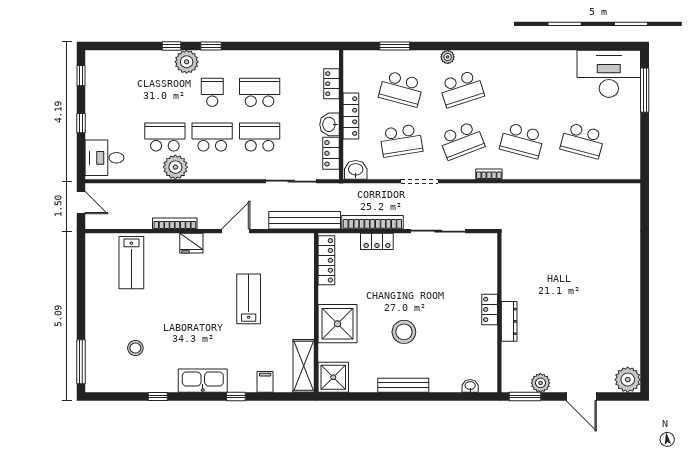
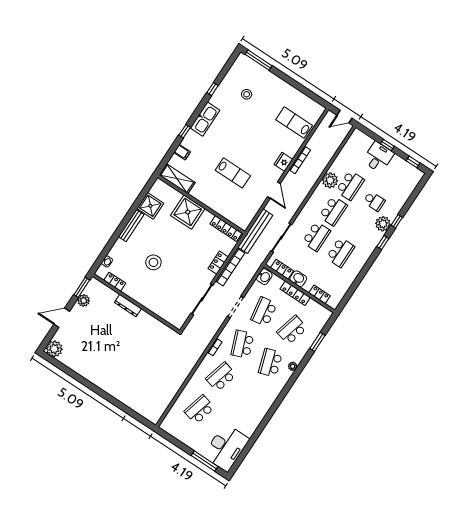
school desk: (212, 92) -> (374, 201), moved
desk: (105, 158) -> (378, 157), moved
locker: (490, 309) -> (115, 282), moved
stool: (404, 332) -> (153, 262), moved
shower: (333, 377) -> (150, 206), moved

